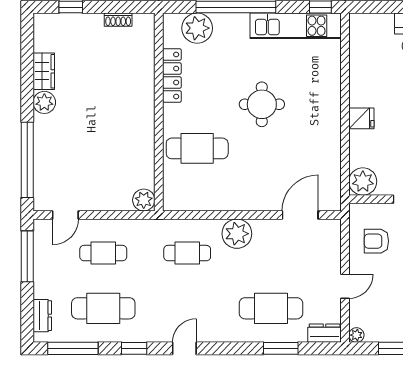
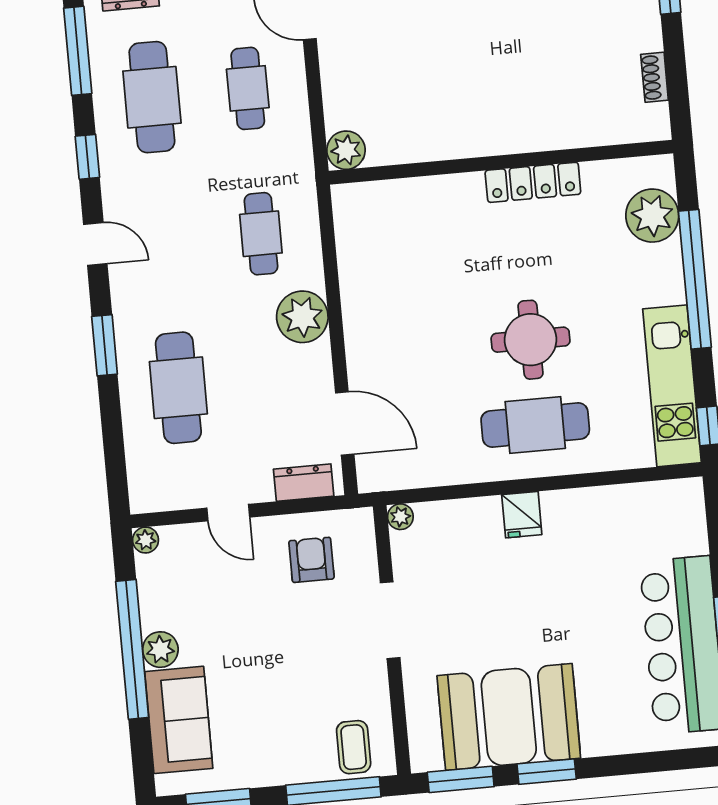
locker: (172, 75) -> (533, 182), moved
cafe table: (197, 148) -> (535, 425), moved, turned 90
plant: (363, 182) -> (400, 517), width x0.53, depth x0.53
dresser: (325, 333) -> (304, 483), moved, turned -90
window: (281, 348) -> (105, 345), moved

